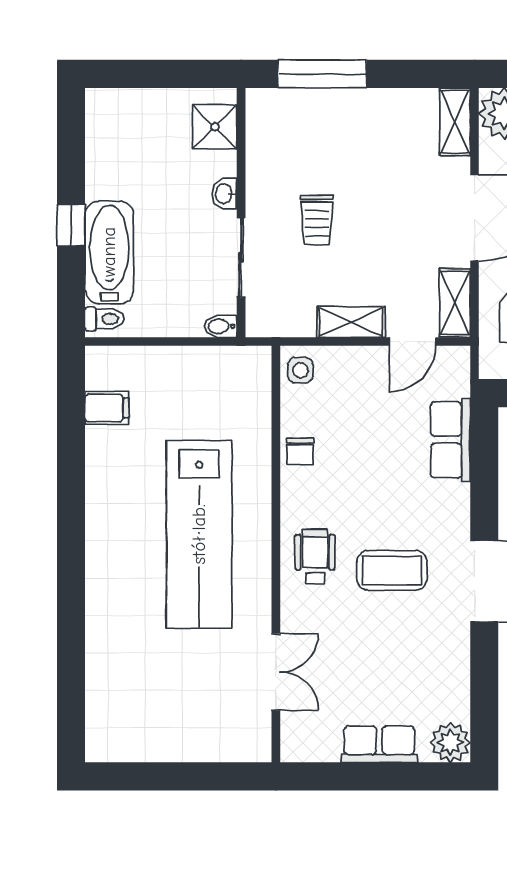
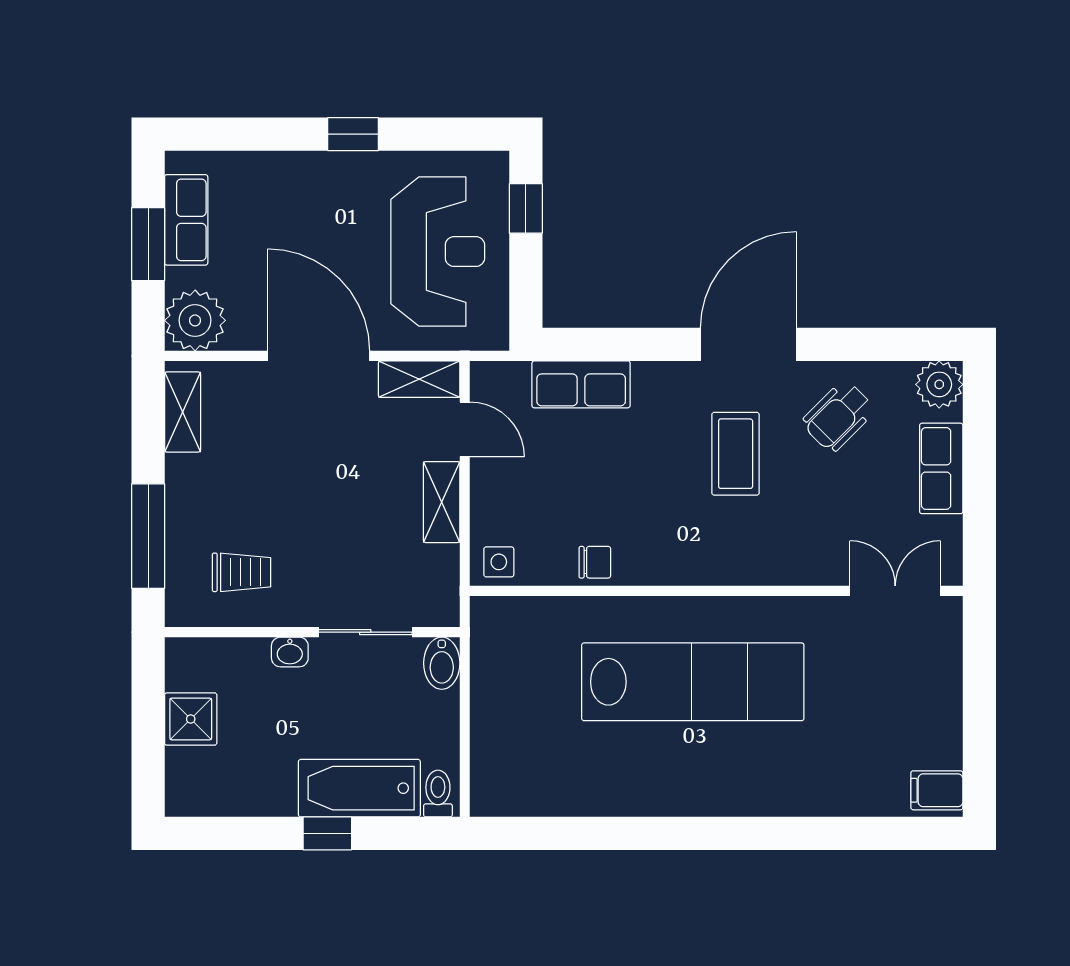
shelving: (455, 122) -> (183, 412), moved, turned 90
shower: (215, 127) -> (191, 719), moved
trolley: (317, 220) -> (241, 572), moved
bidet: (221, 326) -> (442, 663), width x1.38, depth x1.36
filing cabinet: (107, 408) -> (937, 790), moved, turned -90
wheelchair: (315, 556) -> (838, 416), moved, turned -45
double door: (276, 672) -> (895, 591), moved

